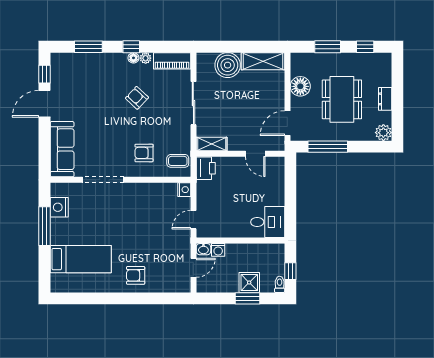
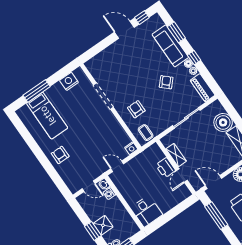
shelving: (212, 144) -> (176, 155), moved
sofa: (62, 149) -> (170, 46), moved, turned 90
printer: (206, 168) -> (166, 168), moved, turned 90
window: (44, 226) -> (37, 91), moved

